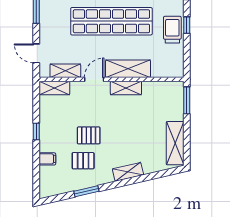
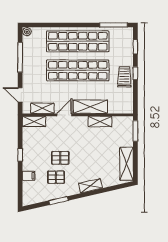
shelving: (126, 88) -> (100, 121), moved

